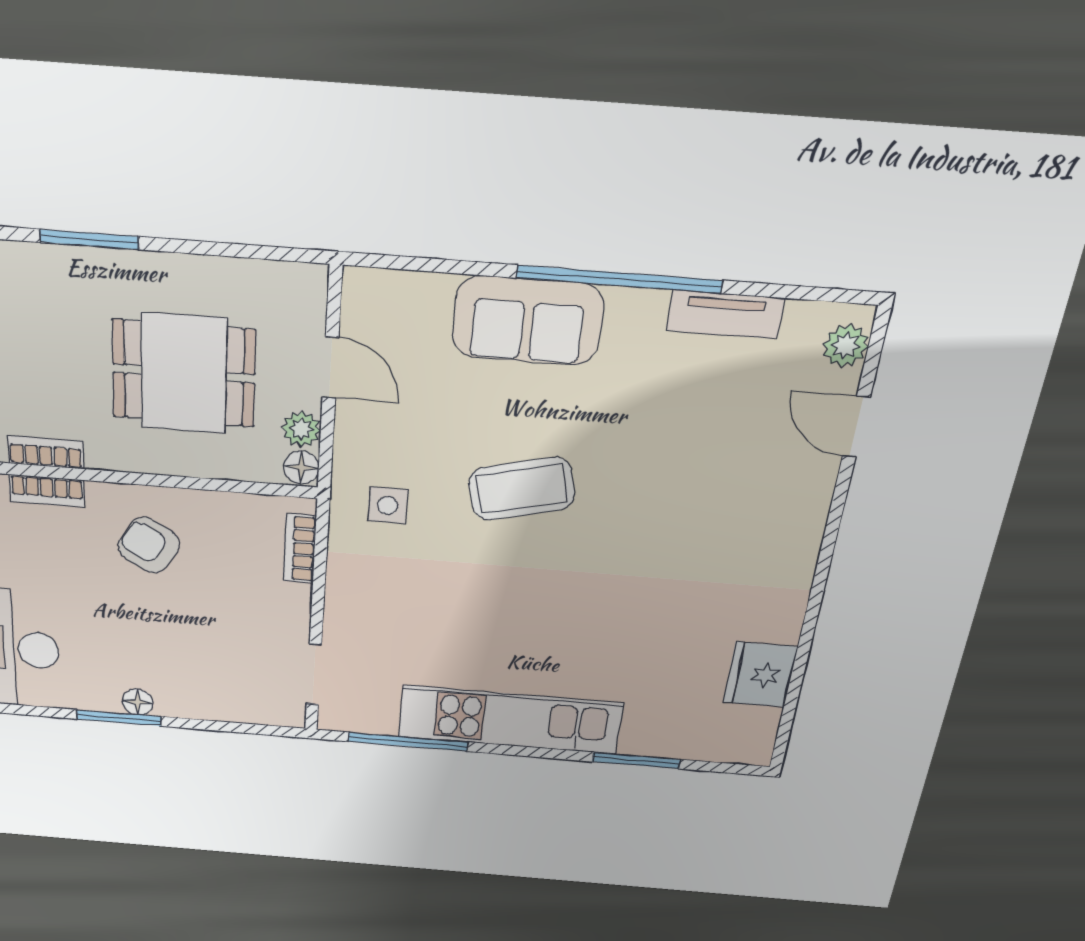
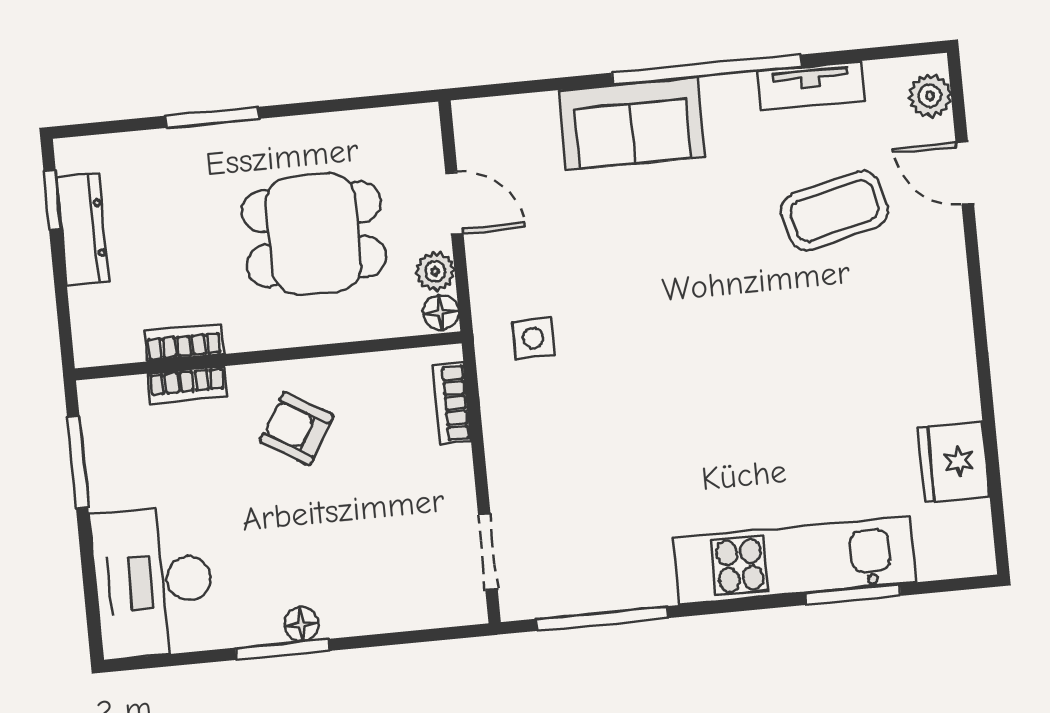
coffee table: (522, 489) -> (834, 211), moved
kitchen unit: (510, 720) -> (794, 560), moved

